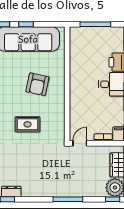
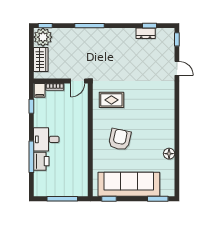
window: (26, 24) -> (109, 199), moved
rug: (27, 124) -> (111, 100), moved

